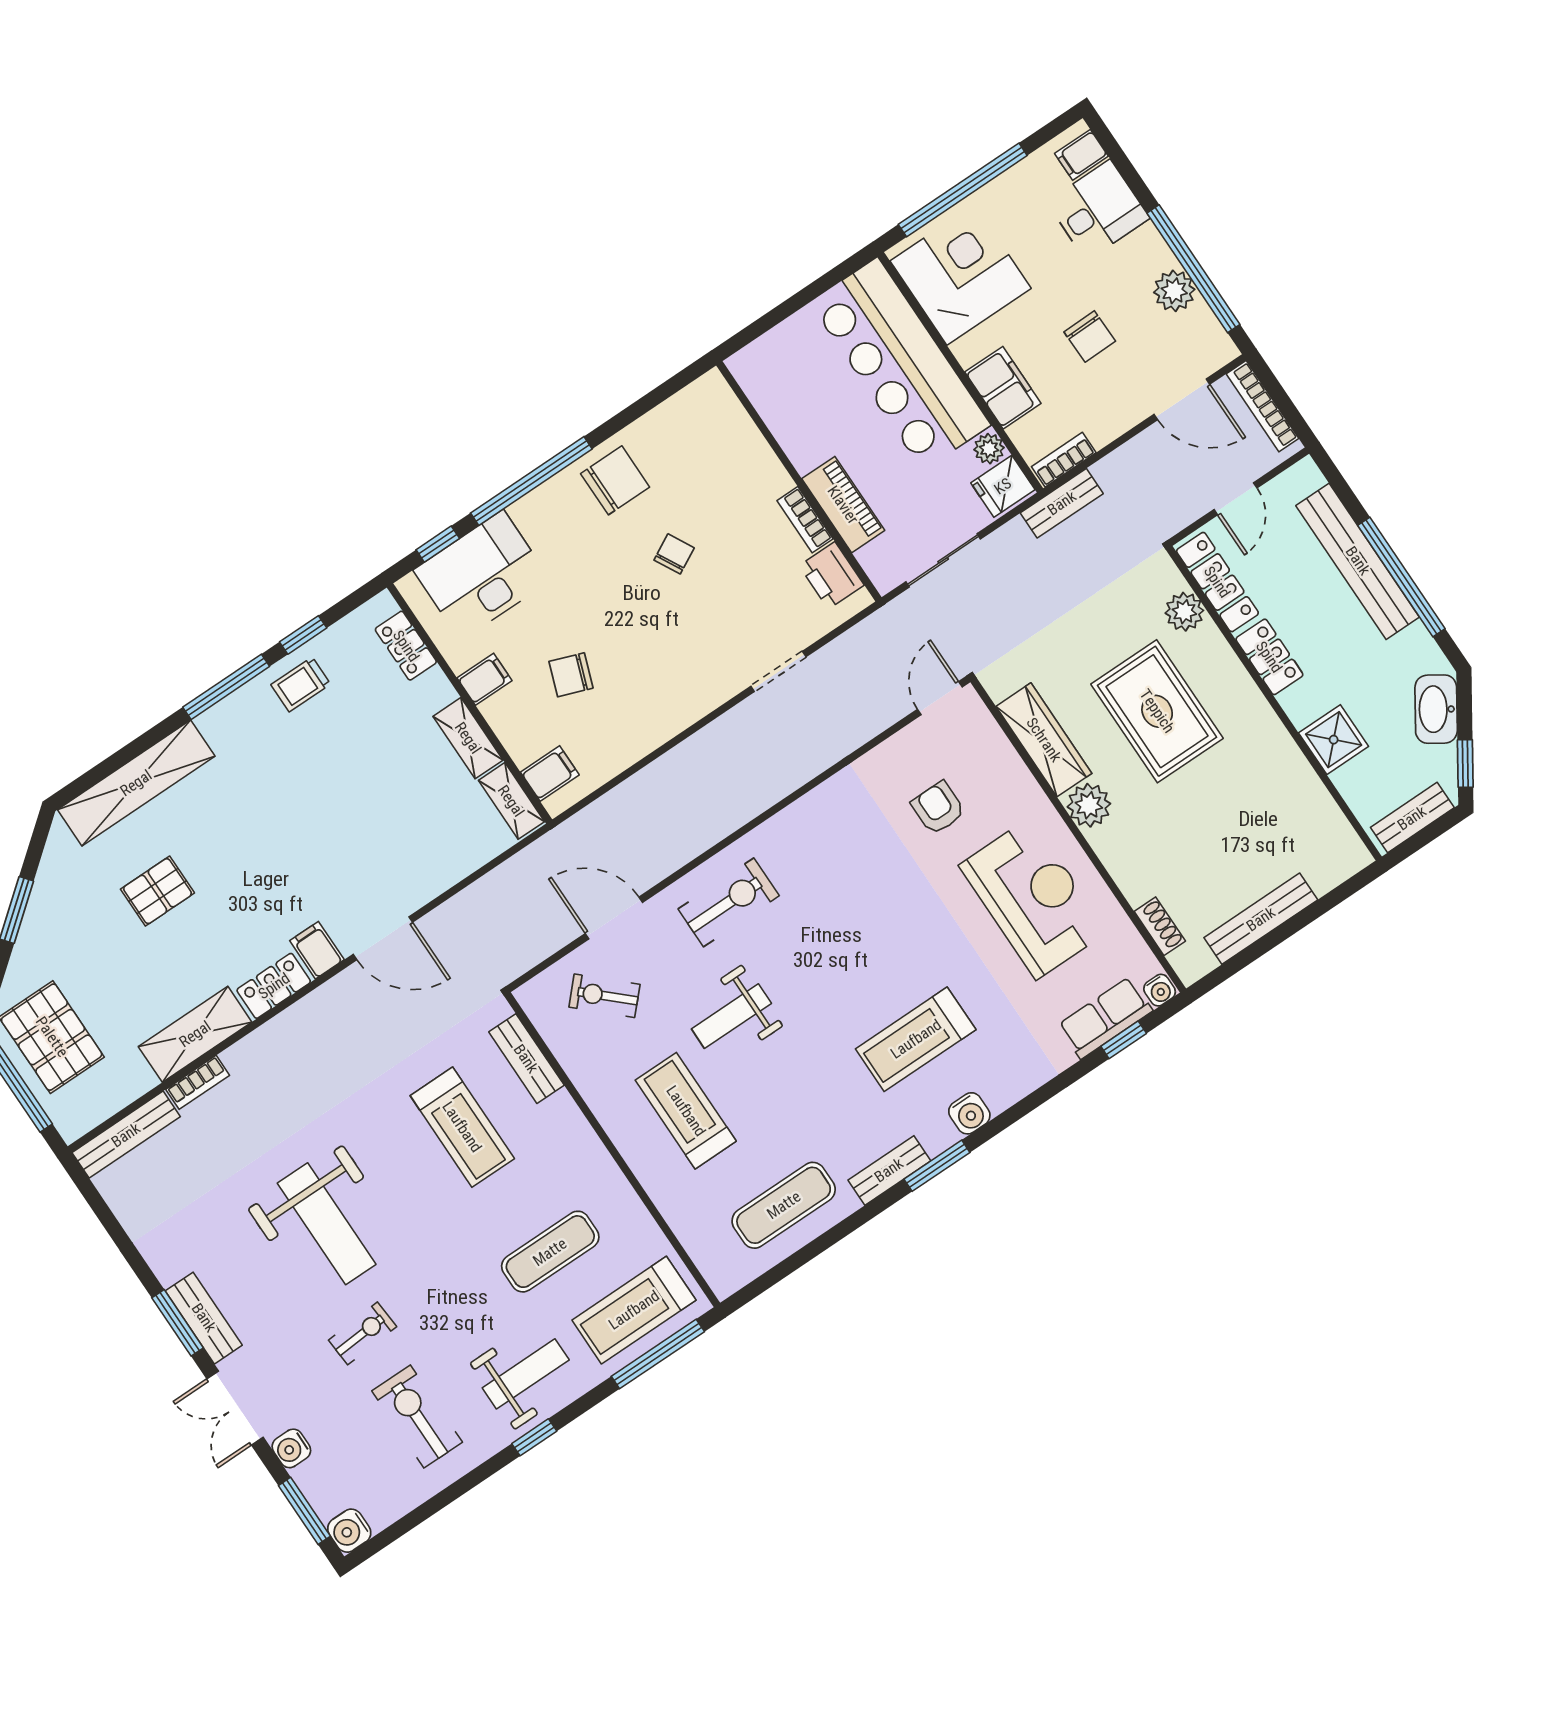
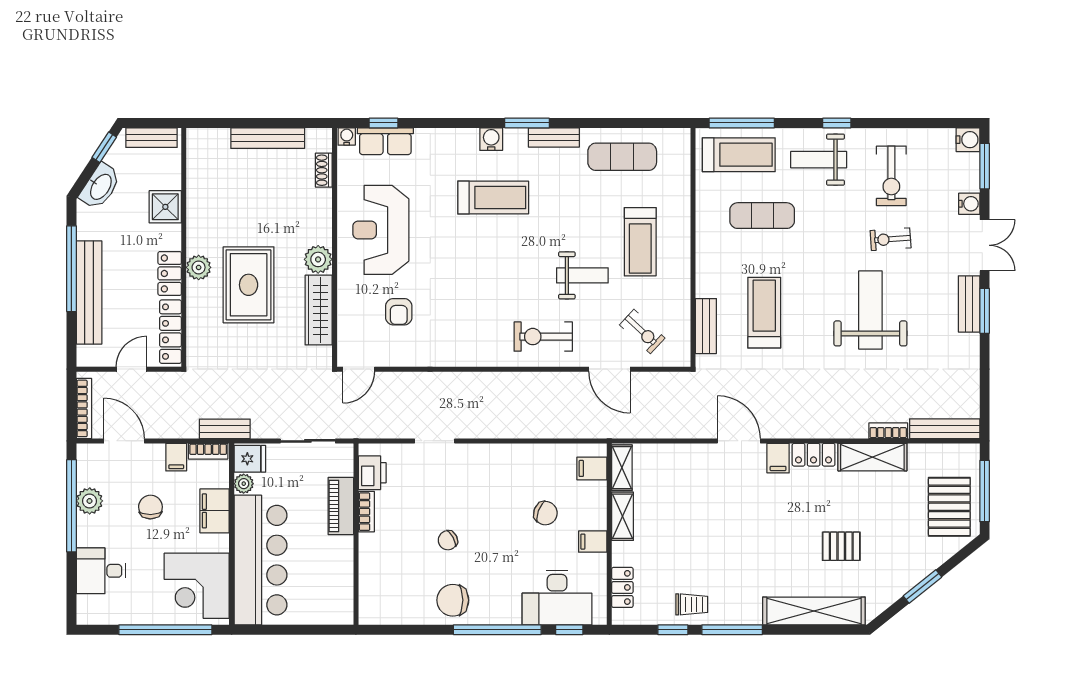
filing cabinet: (1081, 155) -> (176, 457), moved, turned 90
plant: (1184, 612) -> (199, 267), moved

